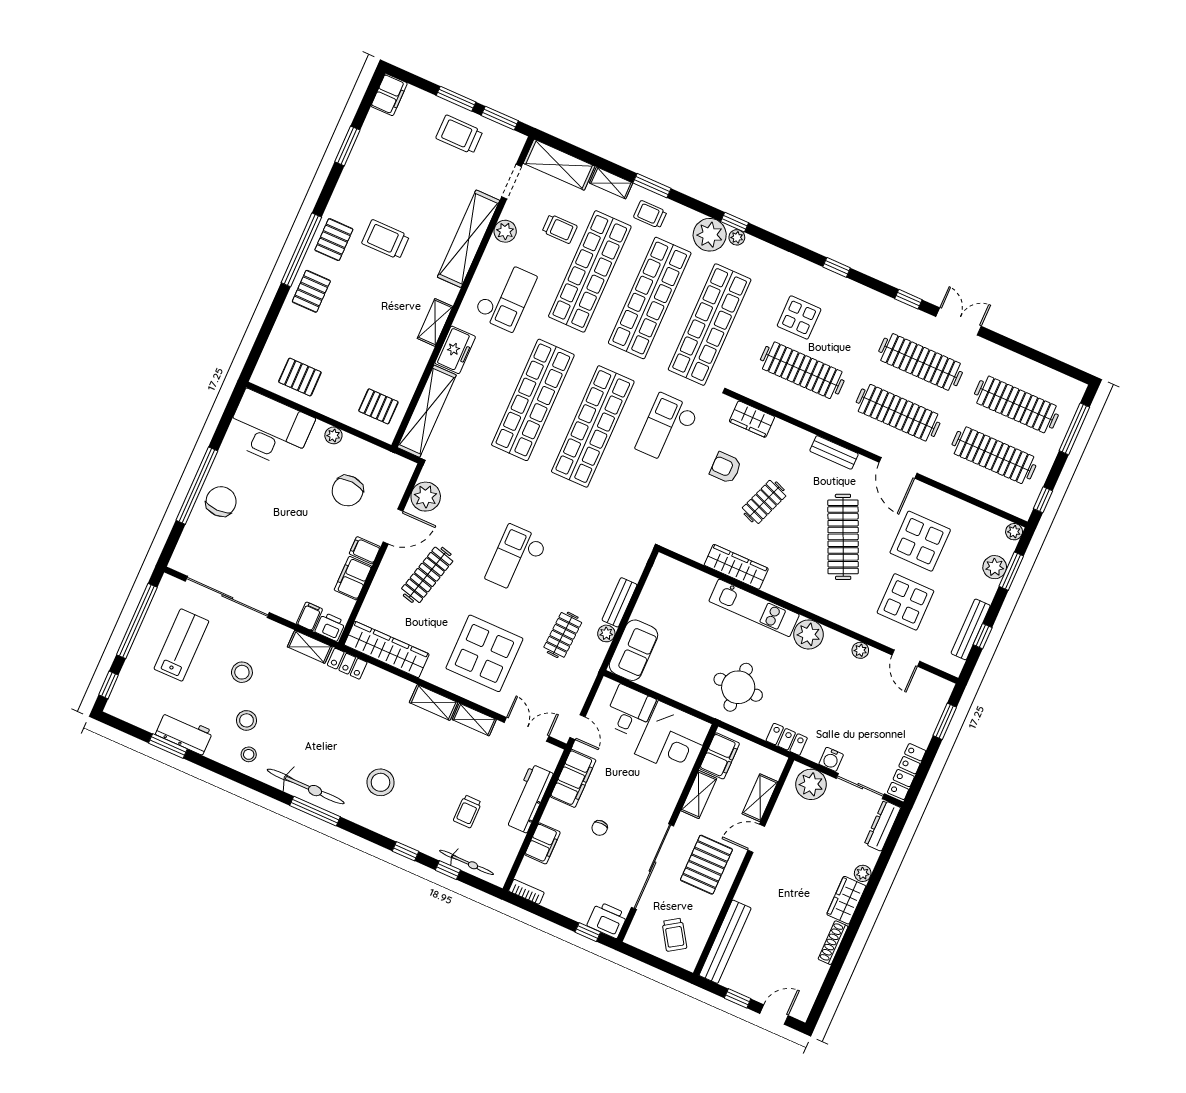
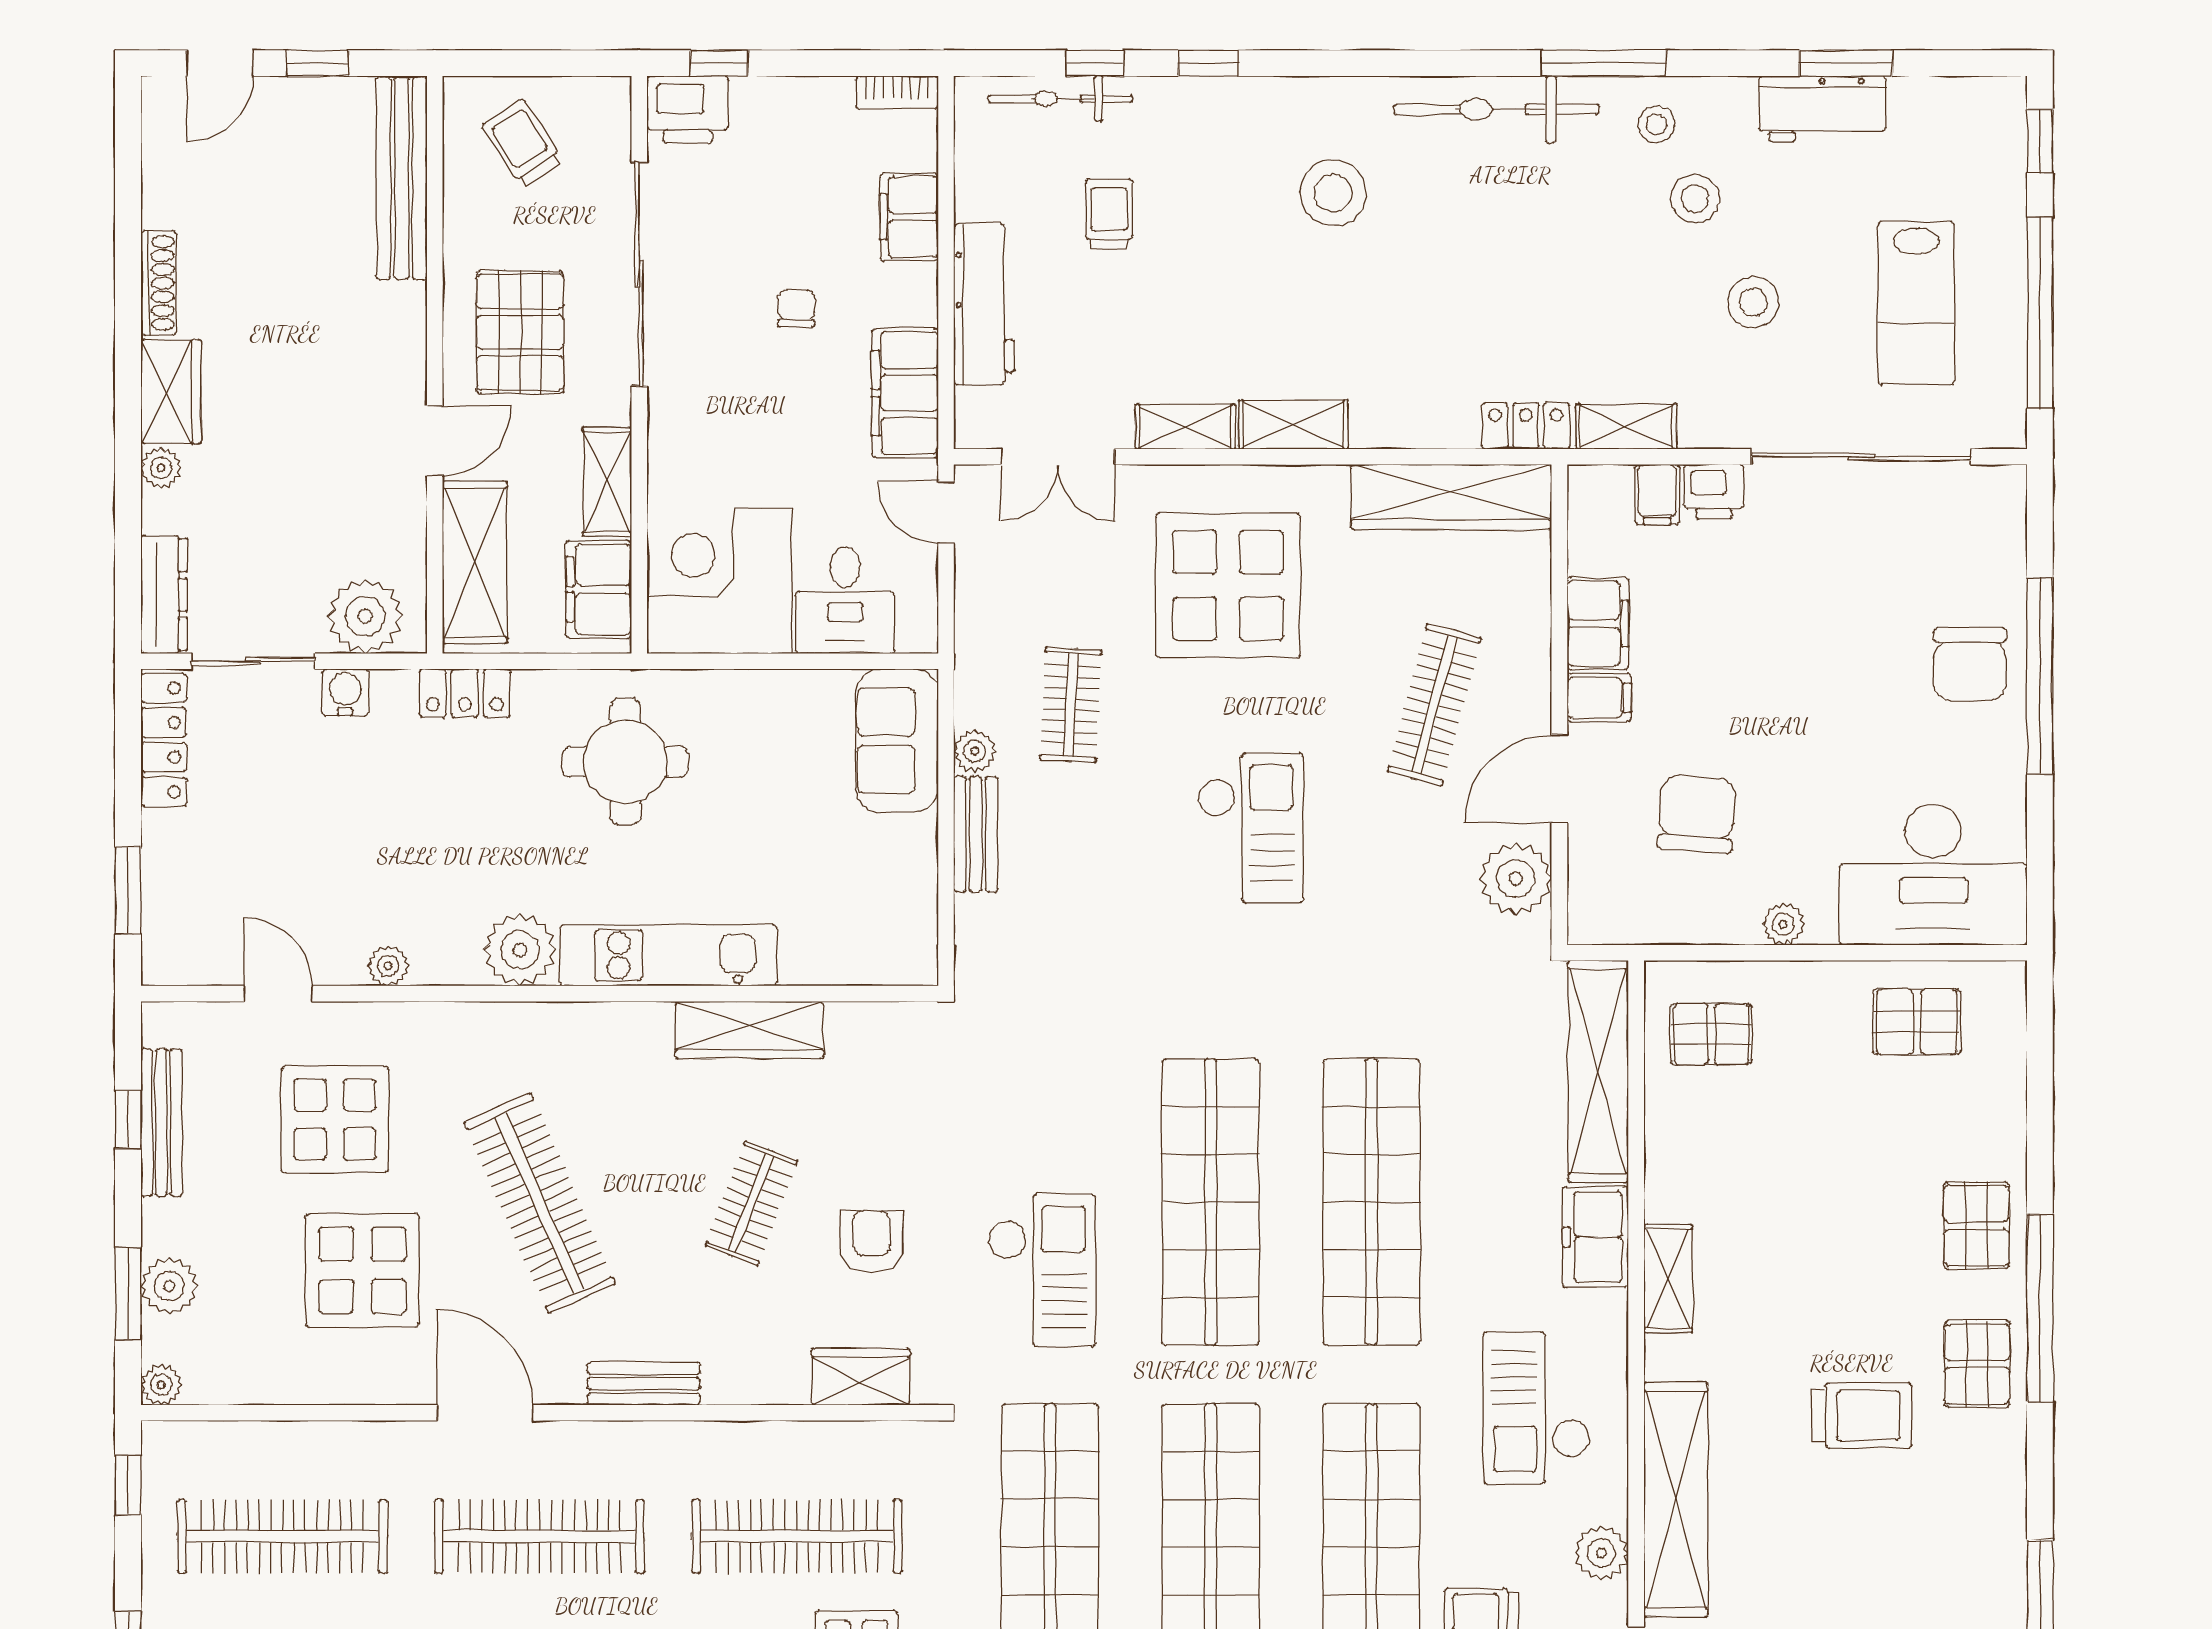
armchair: (726, 468) -> (872, 1242), turned -90
printer: (330, 627) -> (1714, 492), moved
shelving: (760, 798) -> (475, 563), width x1.50, depth x1.33
window: (315, 811) -> (1603, 63), moved

